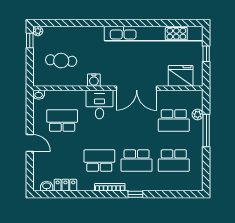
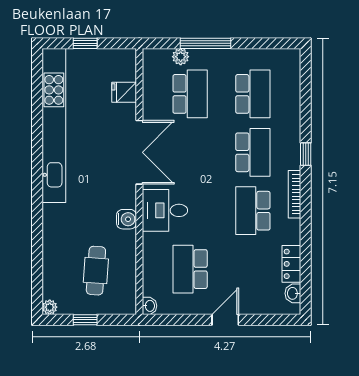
window: (30, 40) -> (85, 320), moved
fridge: (181, 76) -> (124, 92), width x0.53, depth x0.75

